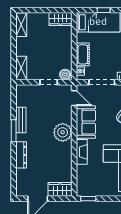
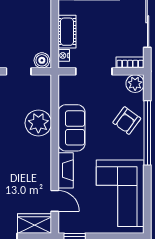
door: (74, 98) -> (55, 201), moved
plant: (63, 132) -> (38, 123), moved

